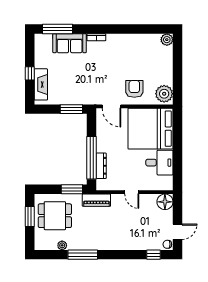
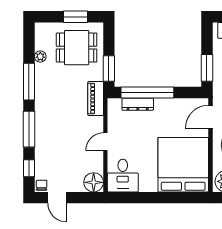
desk: (159, 163) -> (123, 176), moved
dining table: (55, 216) -> (77, 48), turned 90
window: (122, 255) -> (29, 129), added

